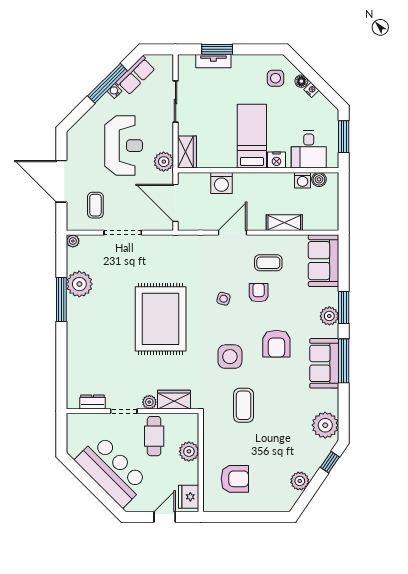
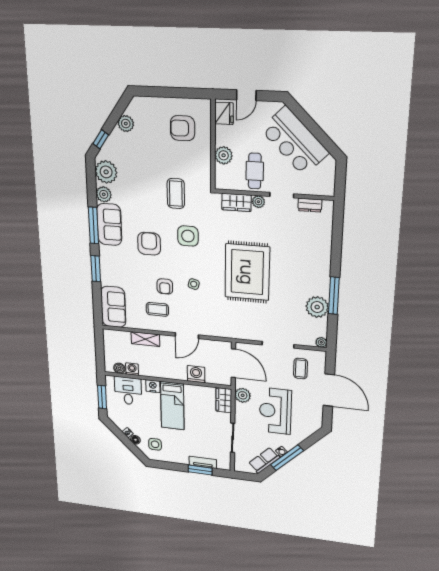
plant: (329, 316) -> (104, 194), moved

